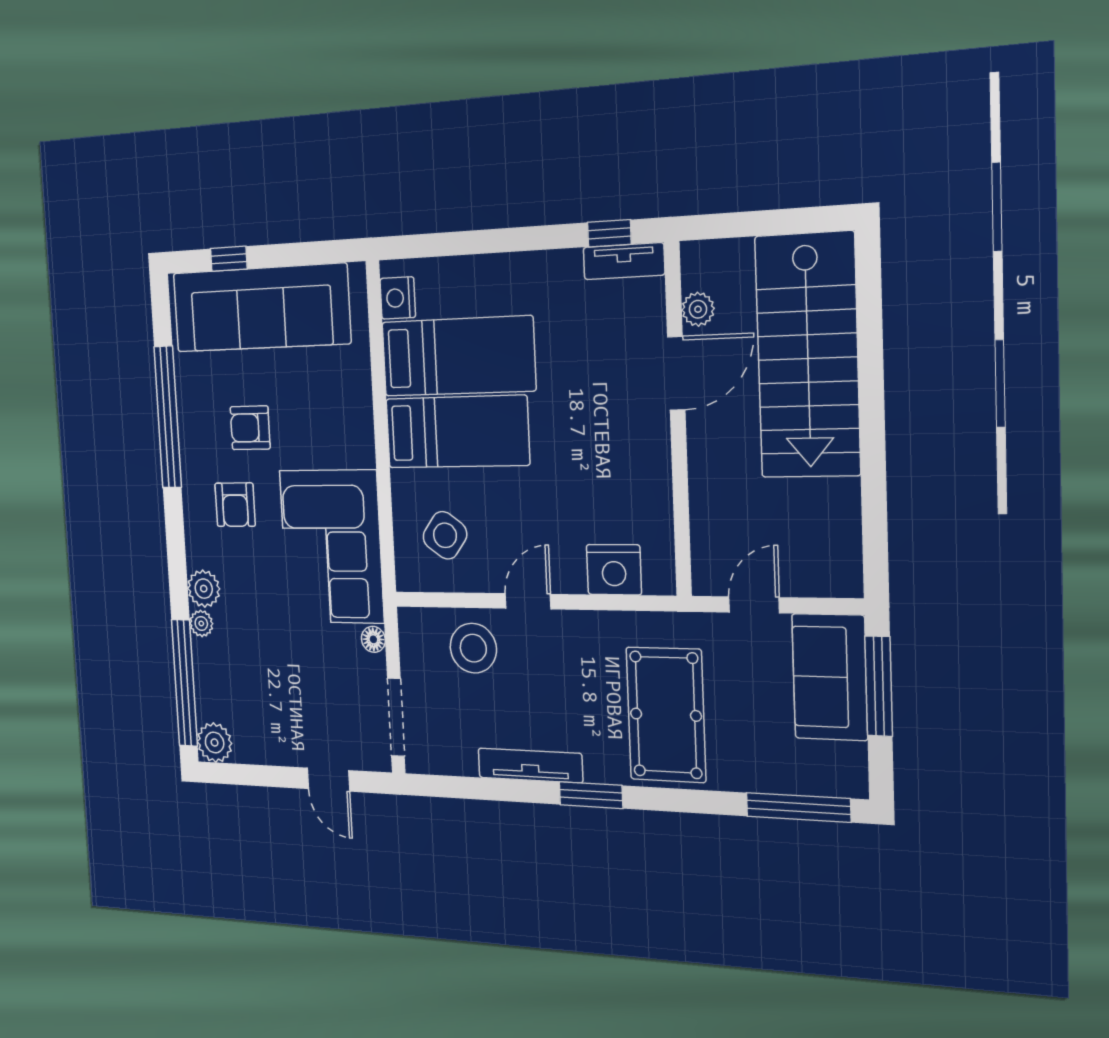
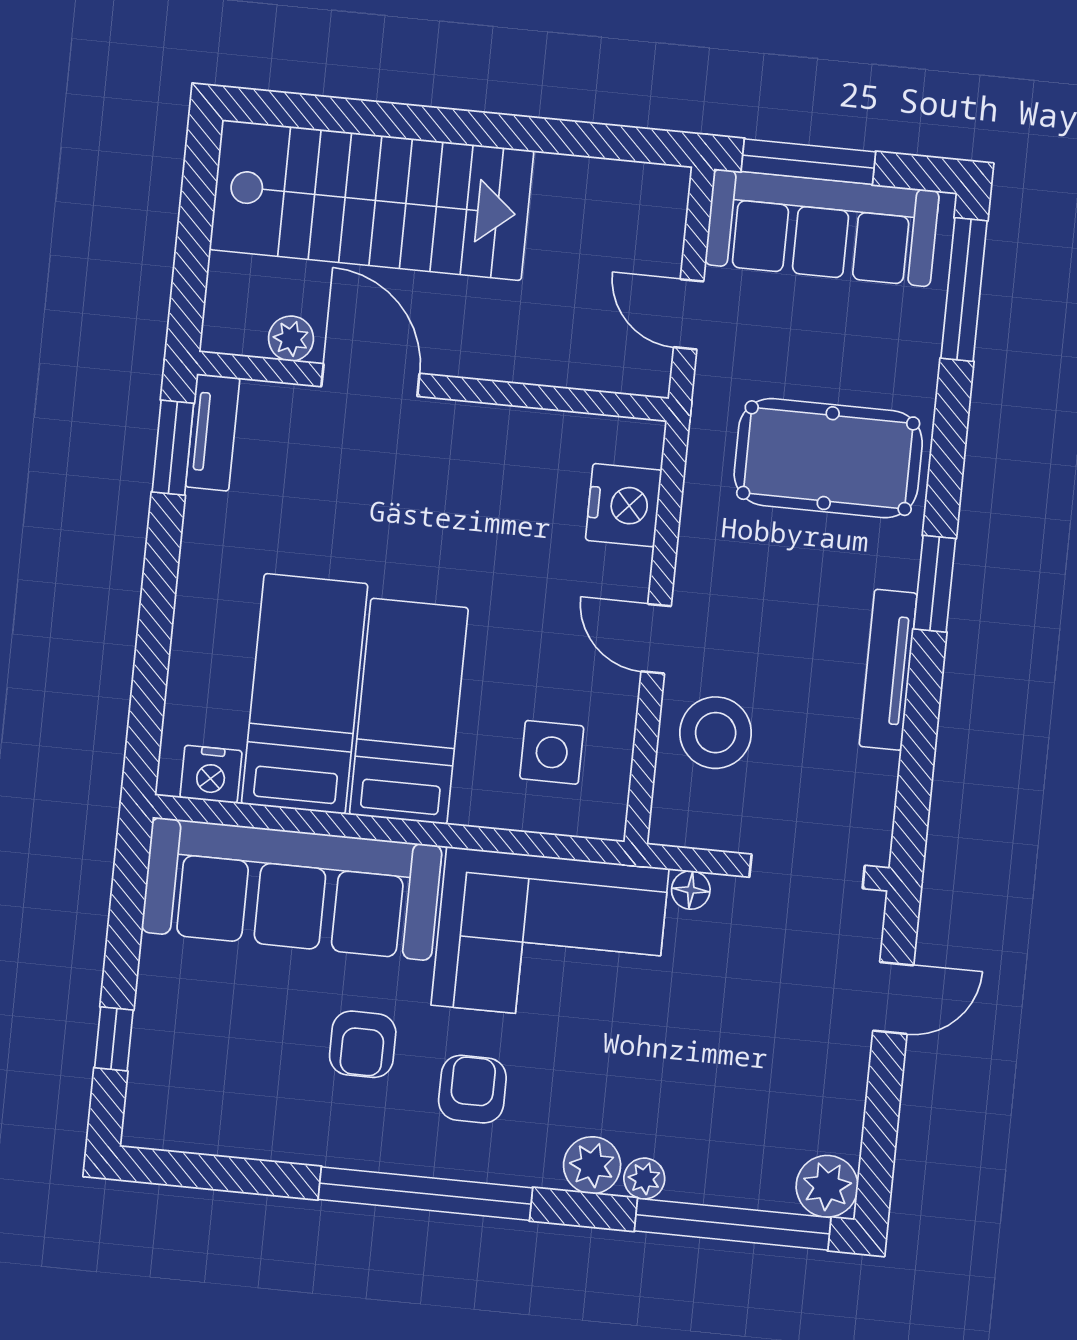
window: (609, 233) -> (173, 448), width x1.50
sofa: (261, 308) -> (292, 889), moved, turned 90
window: (168, 417) -> (425, 1194), moved
armchair: (235, 505) -> (472, 1089), turned -90
side table: (445, 535) -> (552, 752), turned -36
sofa: (830, 677) -> (822, 228), width x1.36

